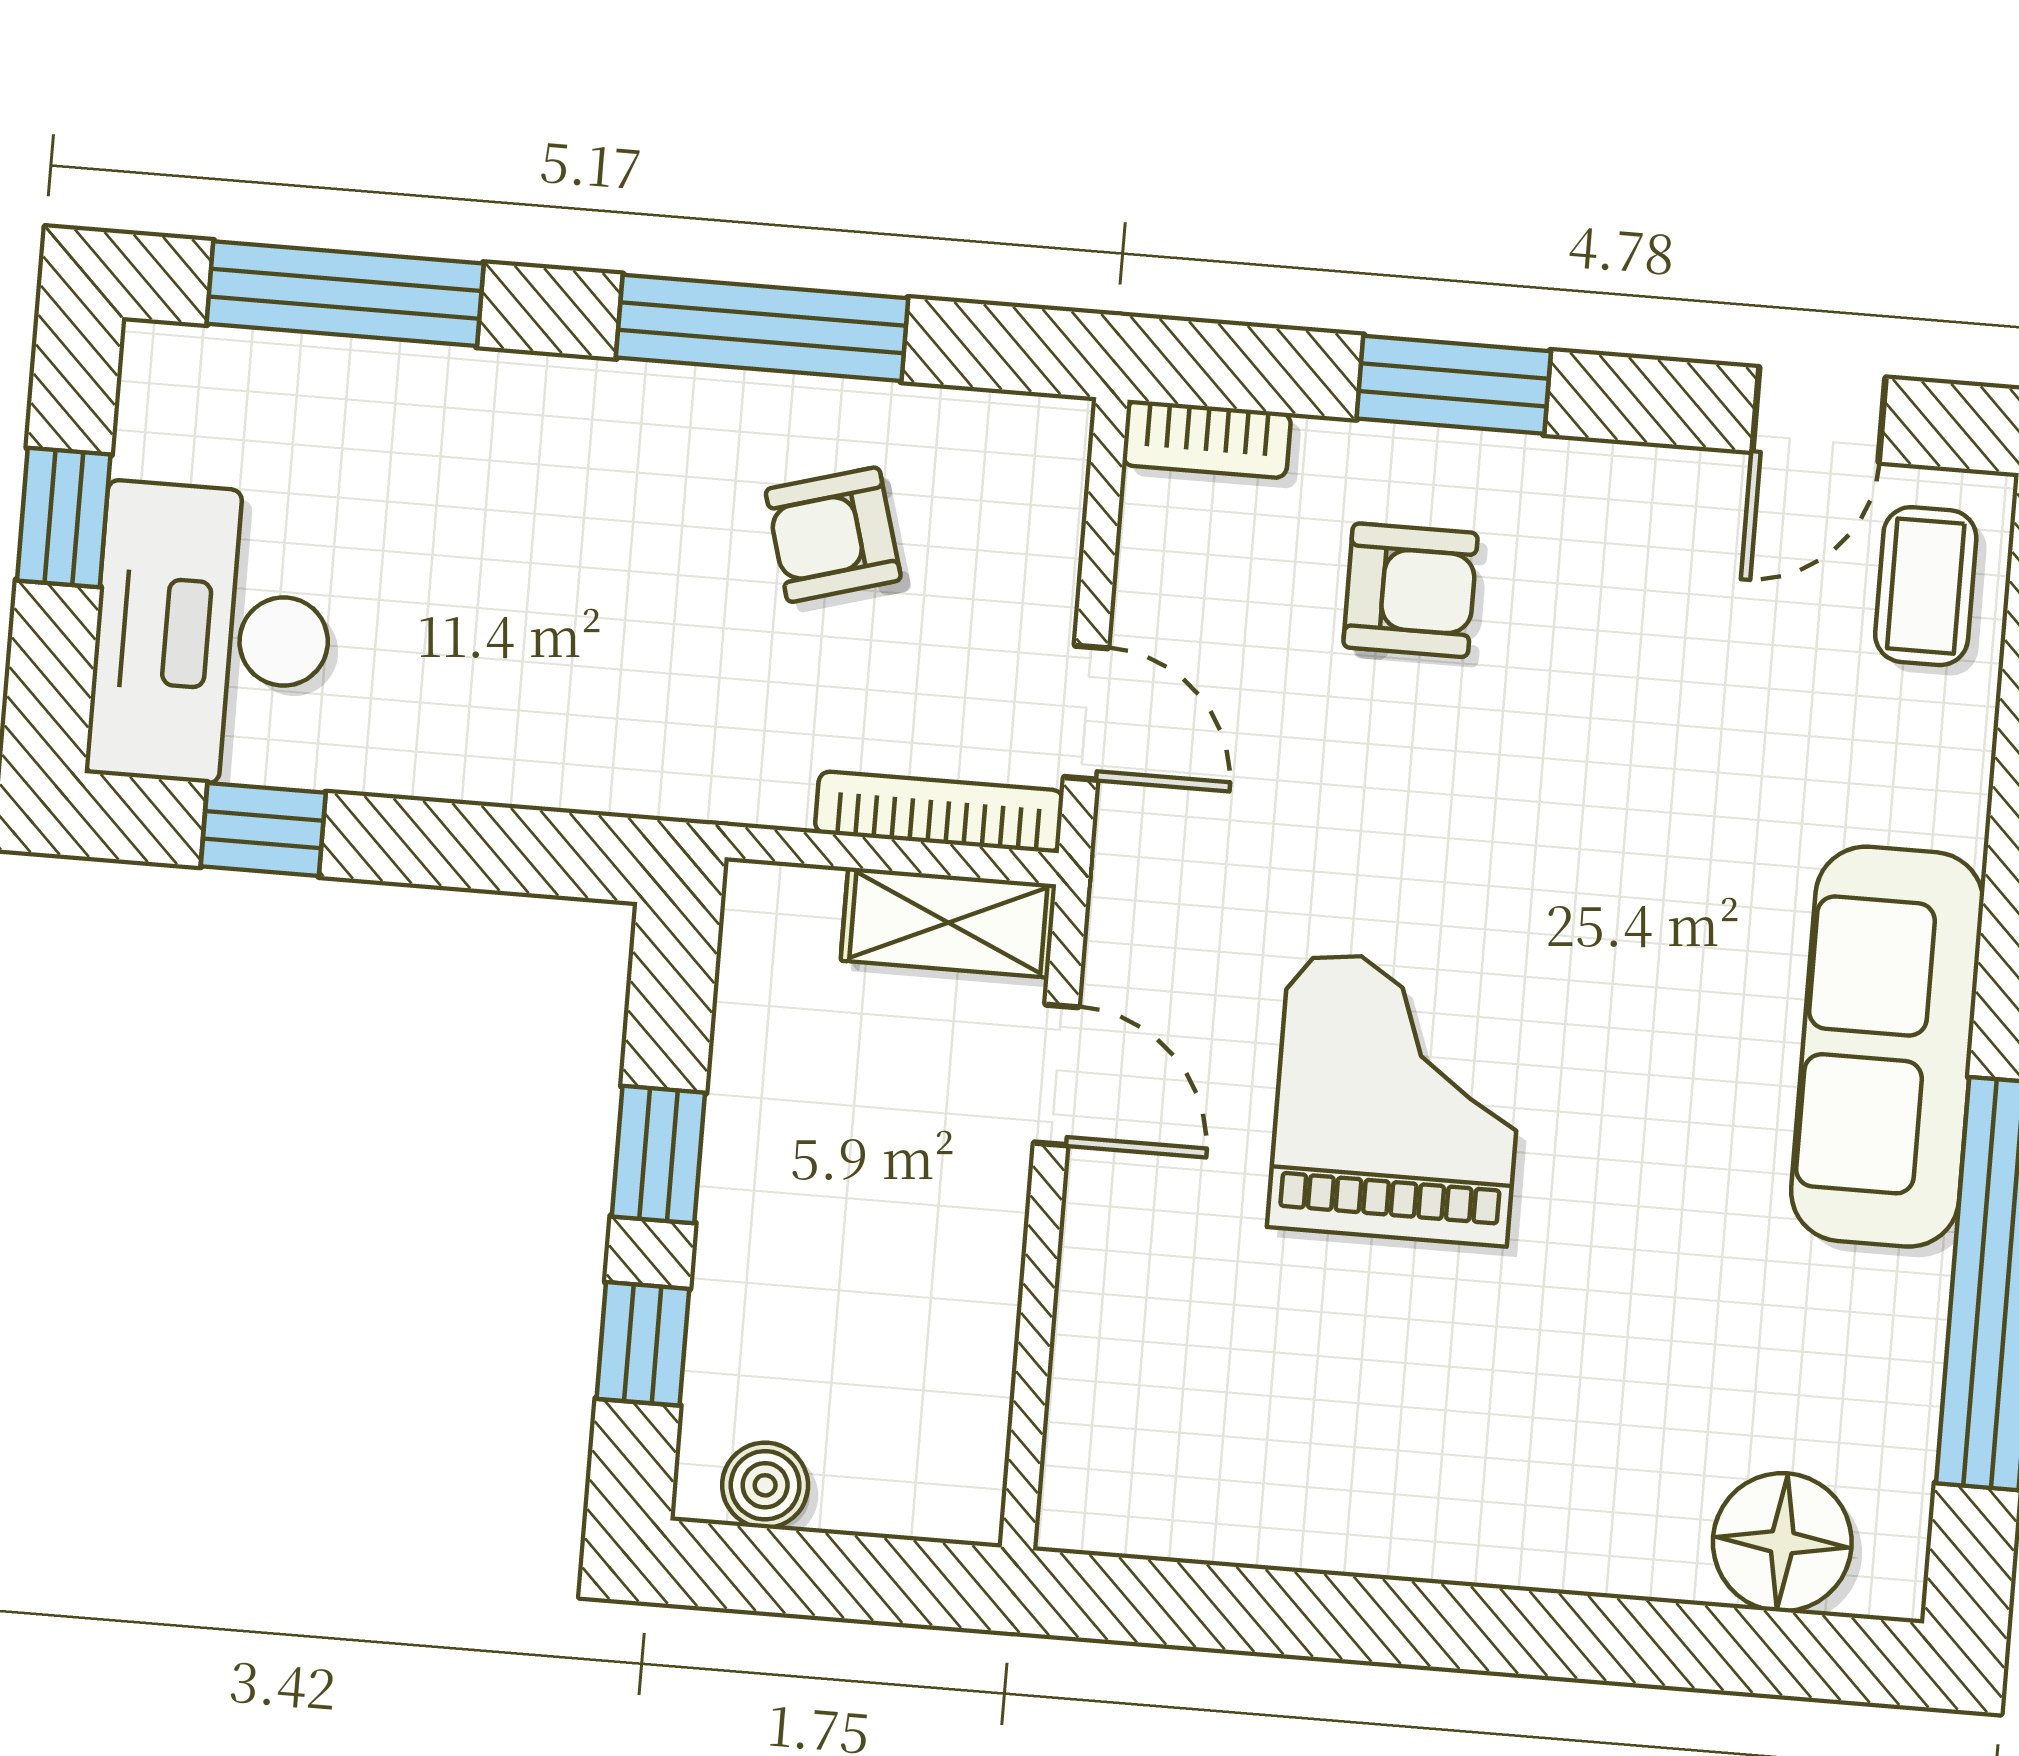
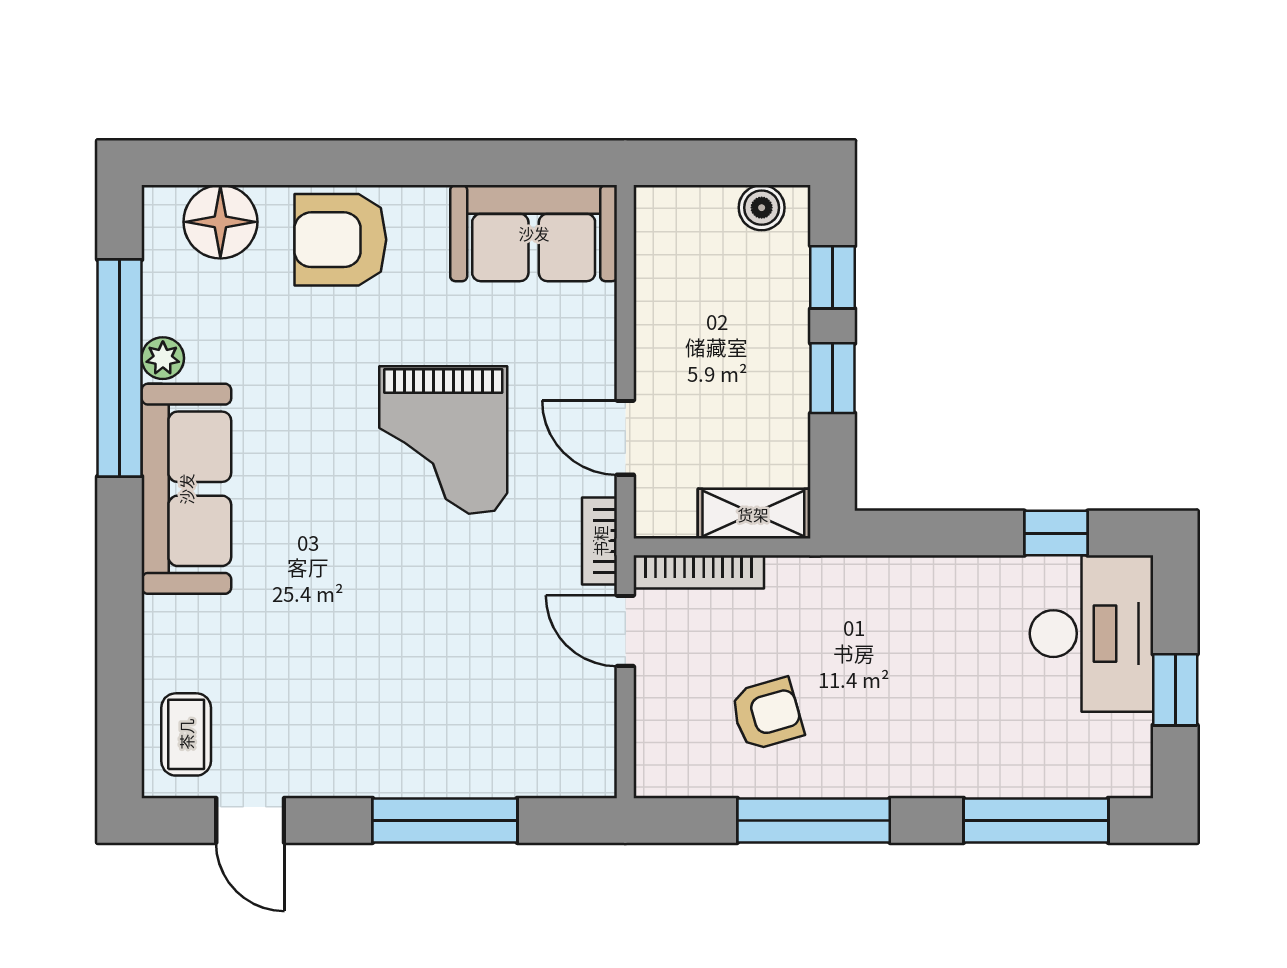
window: (1454, 385) -> (445, 820), width x1.44
door: (1819, 415) -> (250, 820), swing flipped
bookcase: (1207, 439) -> (600, 541), moved, turned -90
armchair: (1410, 590) -> (340, 240), moved, width x1.38, depth x1.38
shelving: (948, 923) -> (753, 514), moved
plant: (1911, 1295) -> (163, 358), added
sofa: (1197, 1473) -> (534, 233), added

